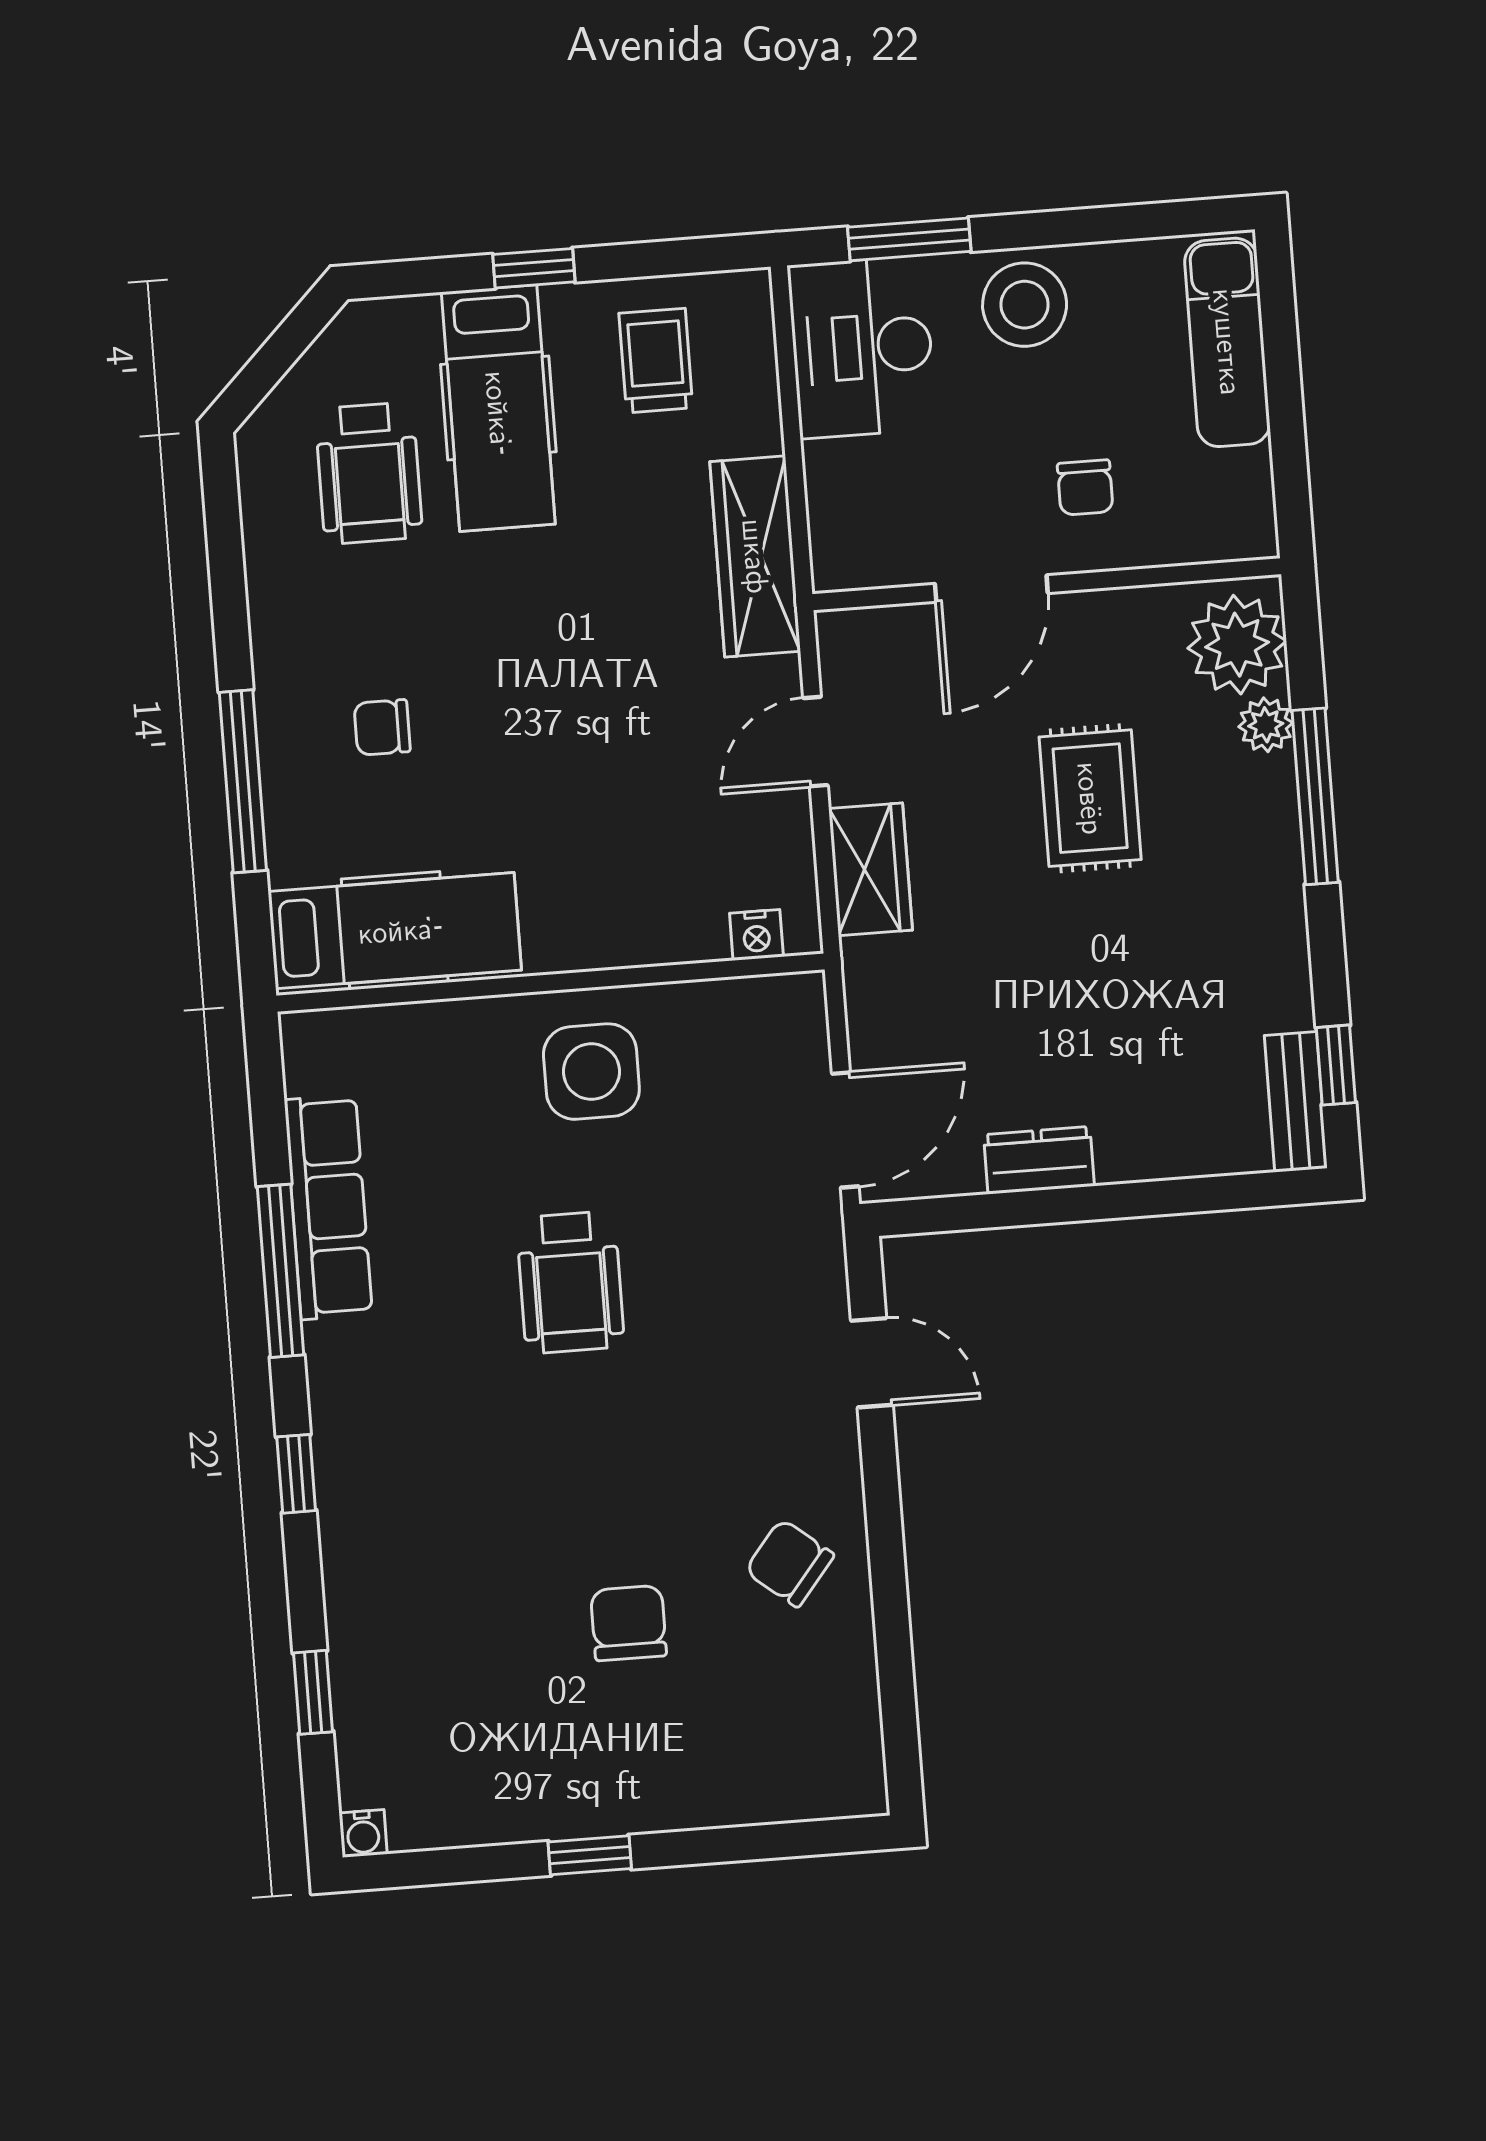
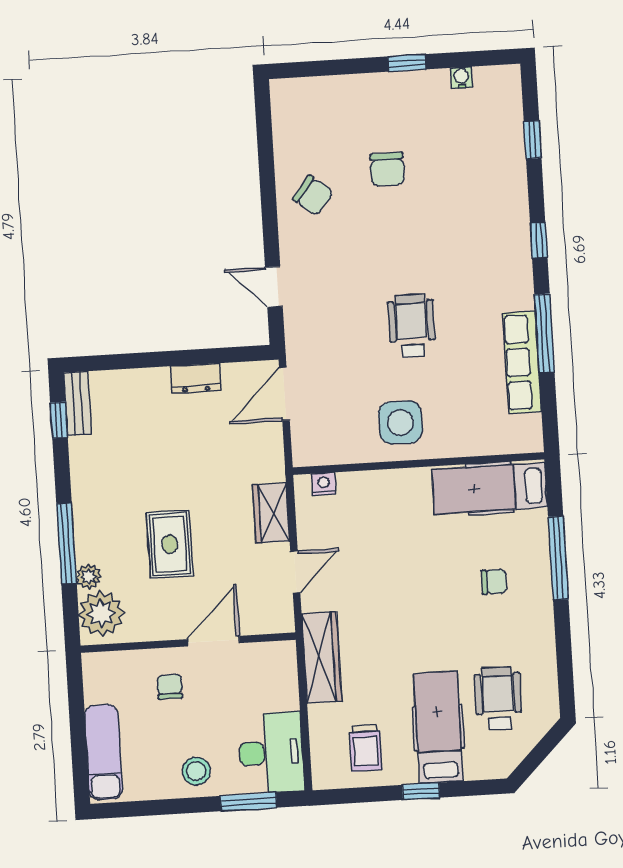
stool: (1025, 305) -> (196, 771), width x0.73, depth x0.73
water cooler: (363, 1833) -> (461, 78), moved

